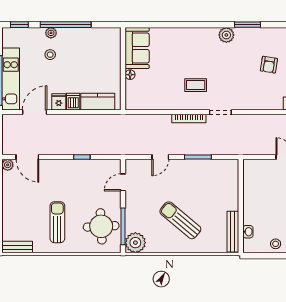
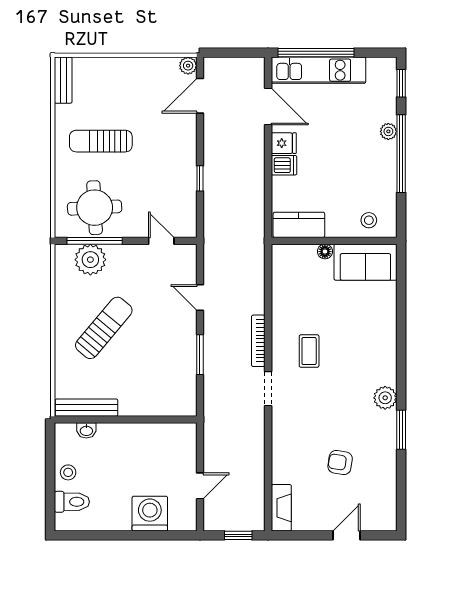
stool: (50, 55) -> (369, 220), moved
kitchen counter: (98, 102) -> (299, 225), moved, turned -90
sun lounger: (57, 222) -> (101, 141), turned 180
plant: (135, 243) -> (90, 260), moved

